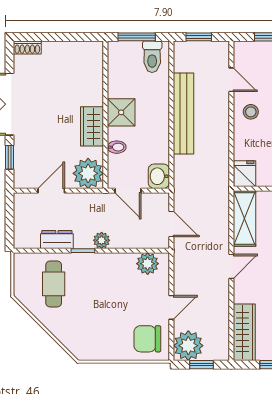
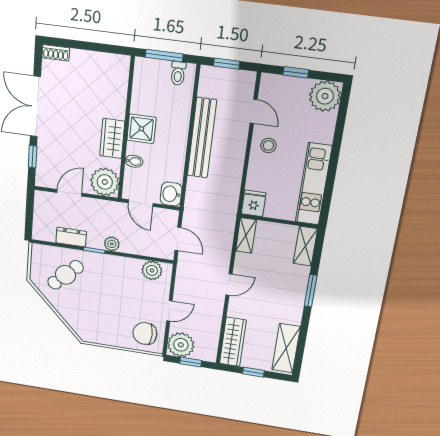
toilet: (152, 57) -> (178, 73), width x0.73, depth x0.72
shelving: (244, 219) -> (246, 235), width x0.67, depth x0.75
cafe table: (54, 284) -> (65, 275), turned 46

